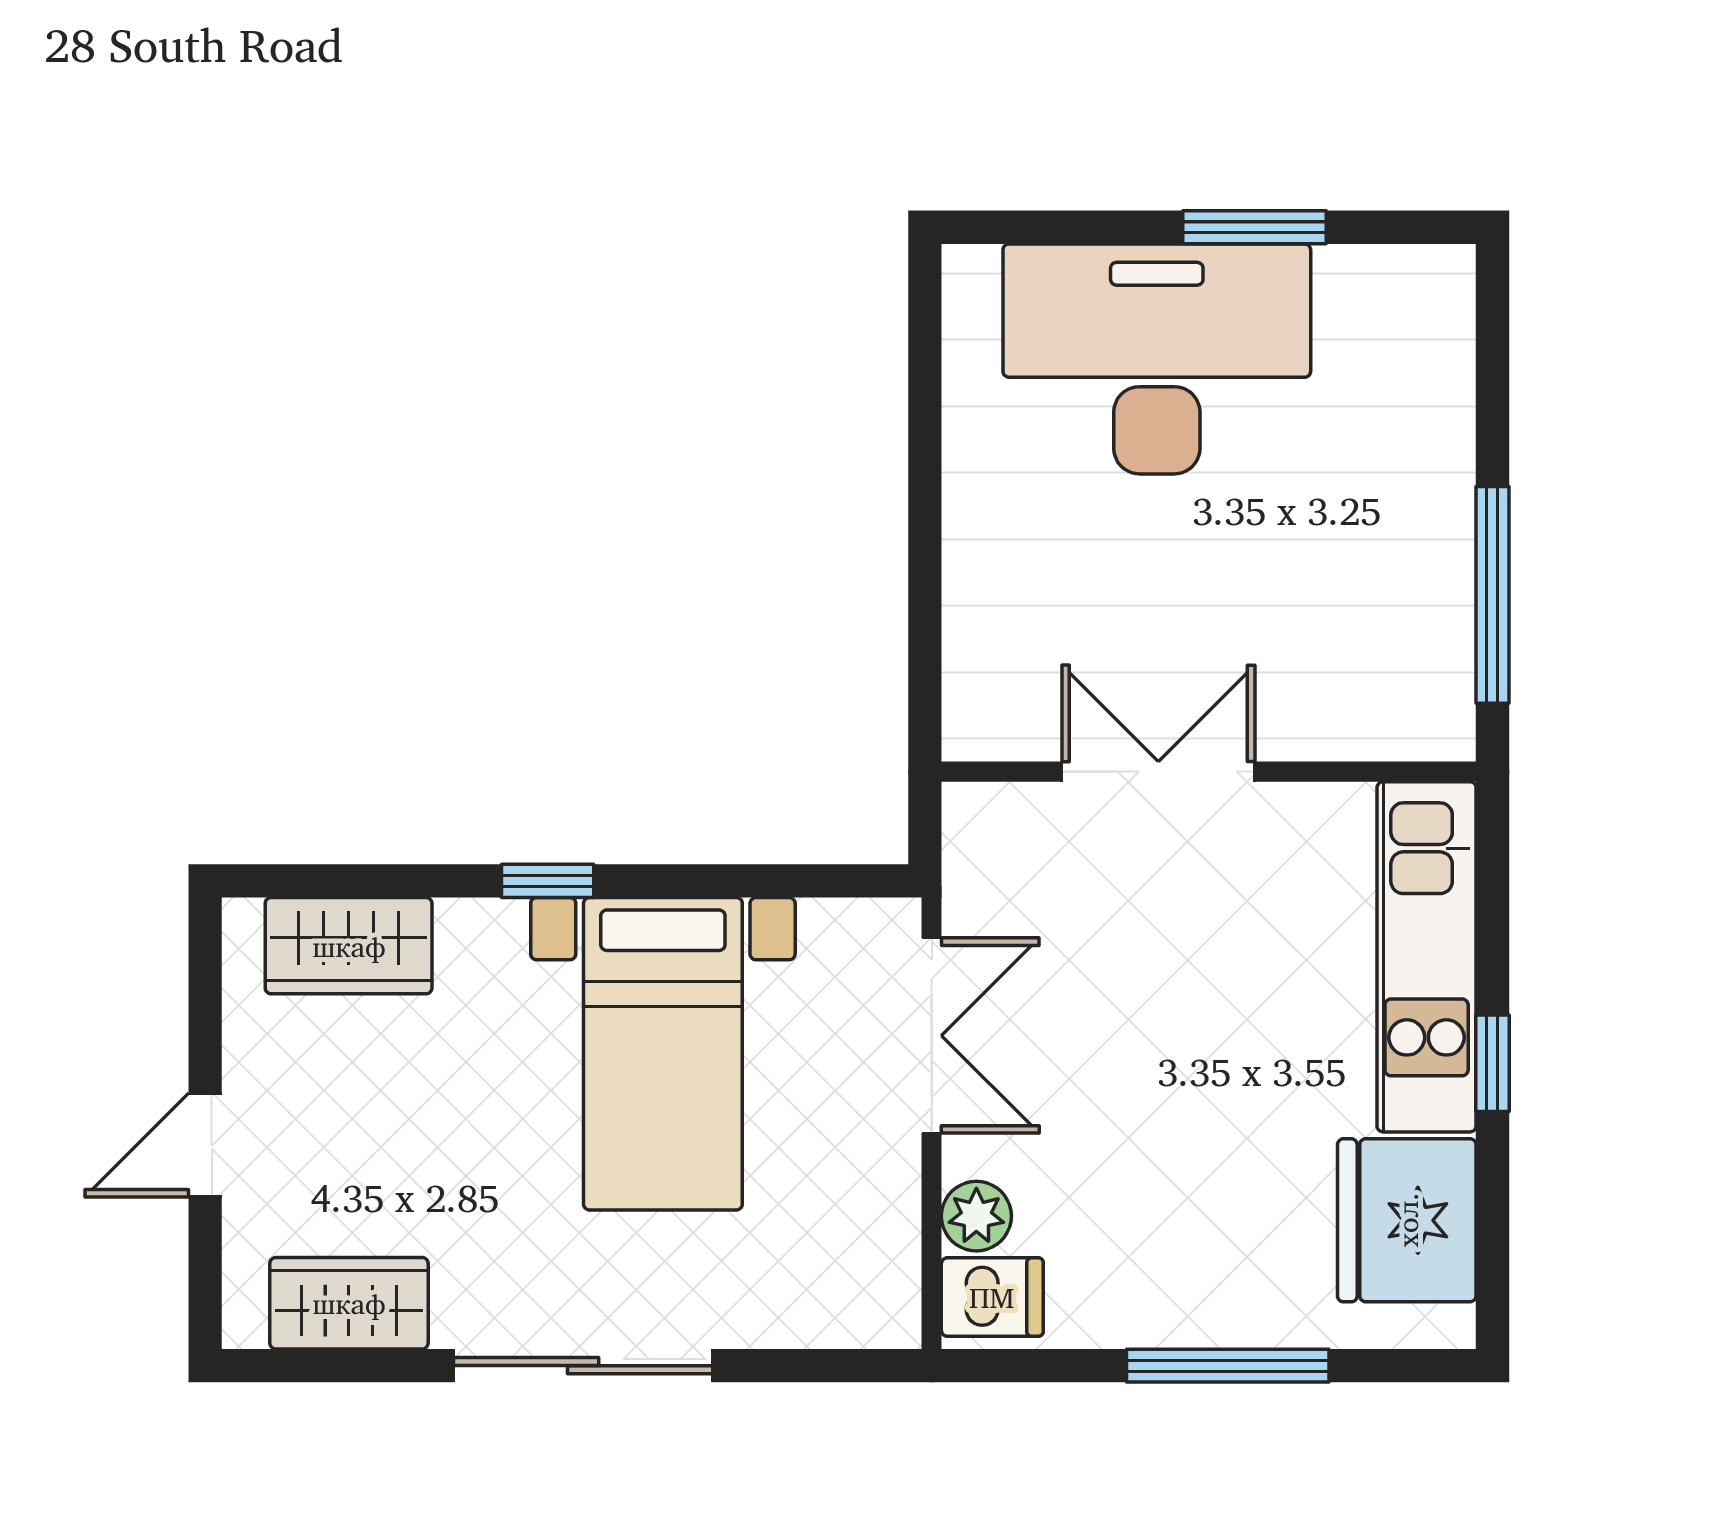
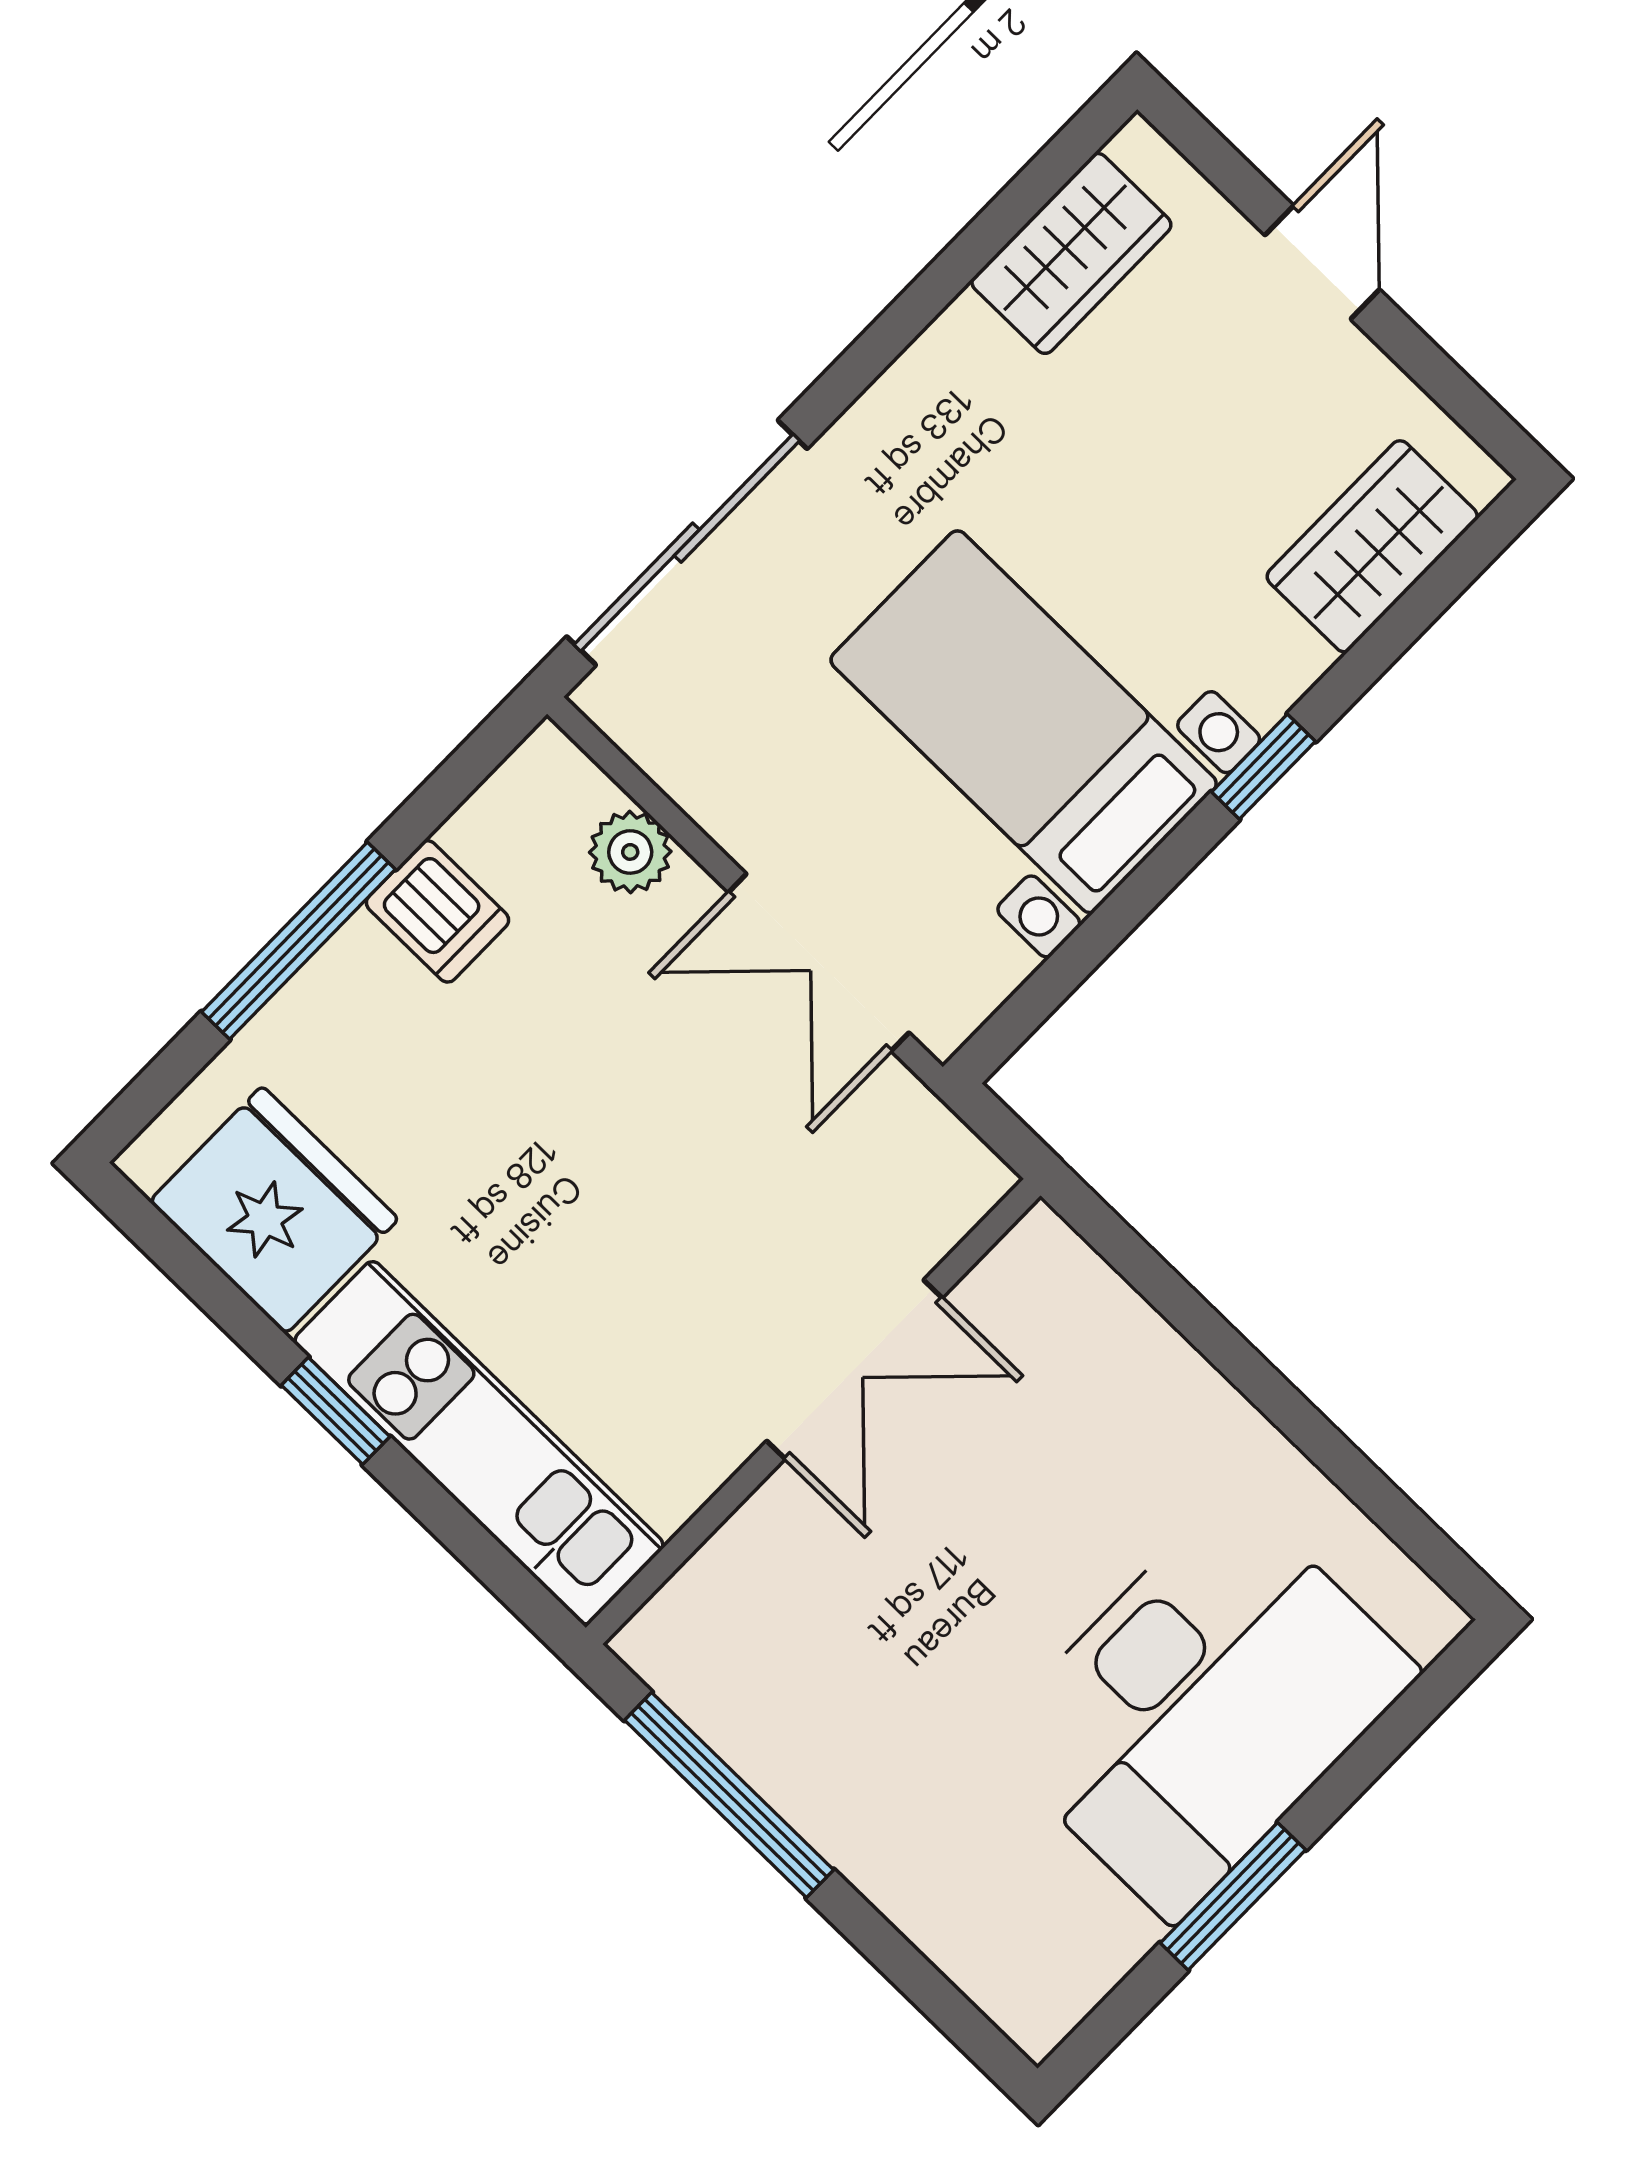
dishwasher: (992, 1297) -> (437, 911), moved, turned -90
sliding door: (583, 1366) -> (687, 543), moved

